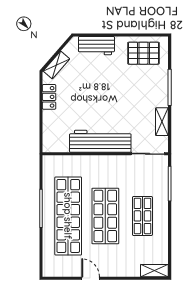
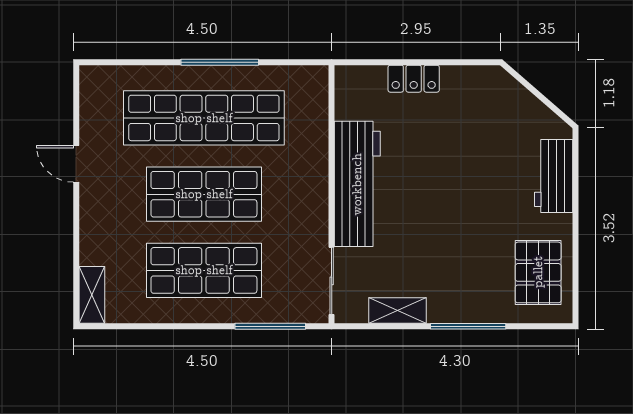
shelving: (56, 65) -> (514, 94), removed
locker: (49, 97) -> (414, 79), moved
shop shelf: (142, 216) -> (204, 270), width x1.43, depth x1.36
door: (91, 278) -> (76, 164), swing flipped

